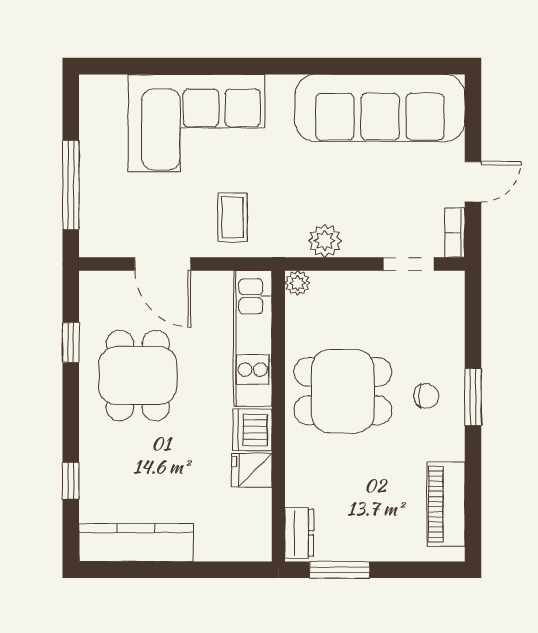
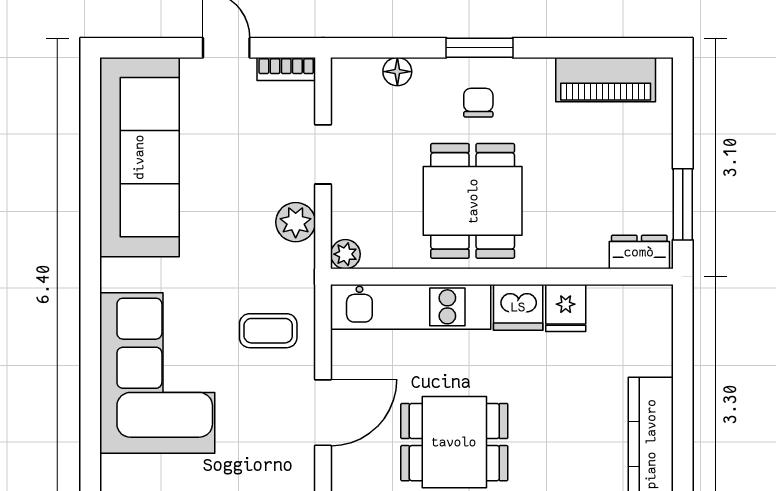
doorway: (409, 264) -> (323, 154), moved
floor lamp: (453, 327) -> (397, 72), added

